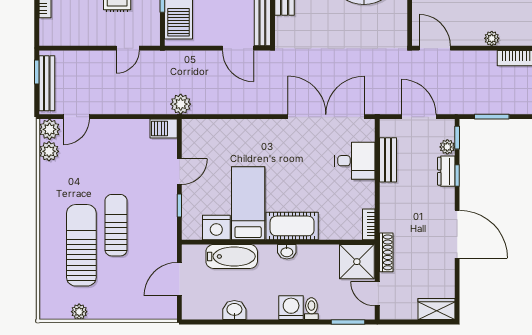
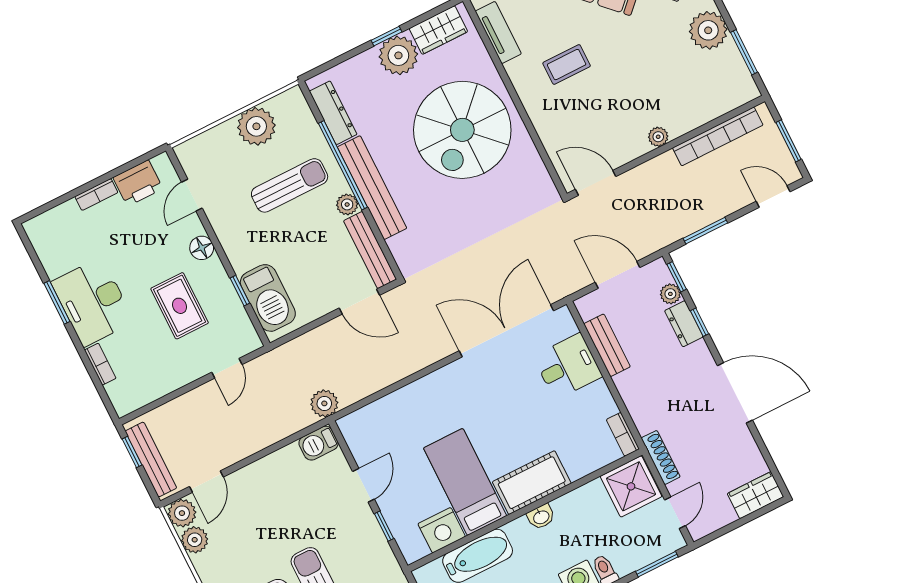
door: (377, 294) -> (675, 513), swing flipped

